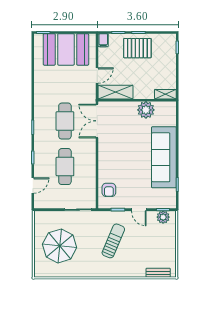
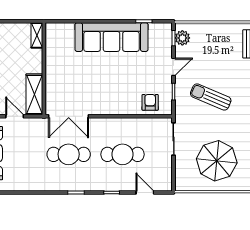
plant: (146, 110) -> (55, 58), removed
armchair: (109, 190) -> (150, 102), turned -90

